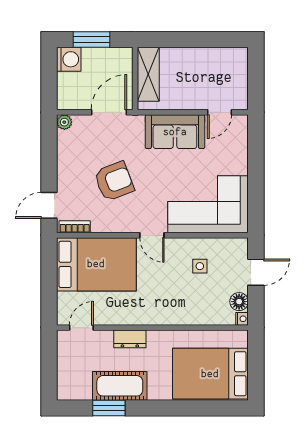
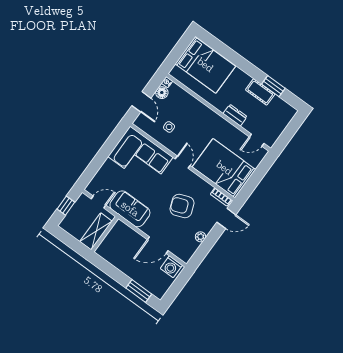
washing machine: (69, 59) -> (171, 267), moved, turned -90
shelving: (148, 74) -> (96, 231), moved
wall: (135, 79) -> (105, 234), moved
window: (256, 79) -> (66, 206), added
plant: (64, 122) -> (201, 237), moved
door: (256, 272) -> (141, 102), swing flipped
cot: (120, 386) -> (260, 92), width x0.73, depth x0.75

